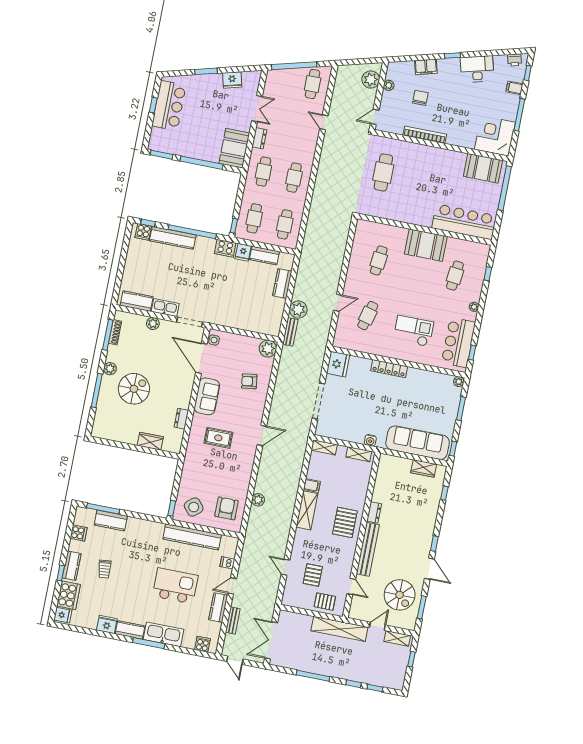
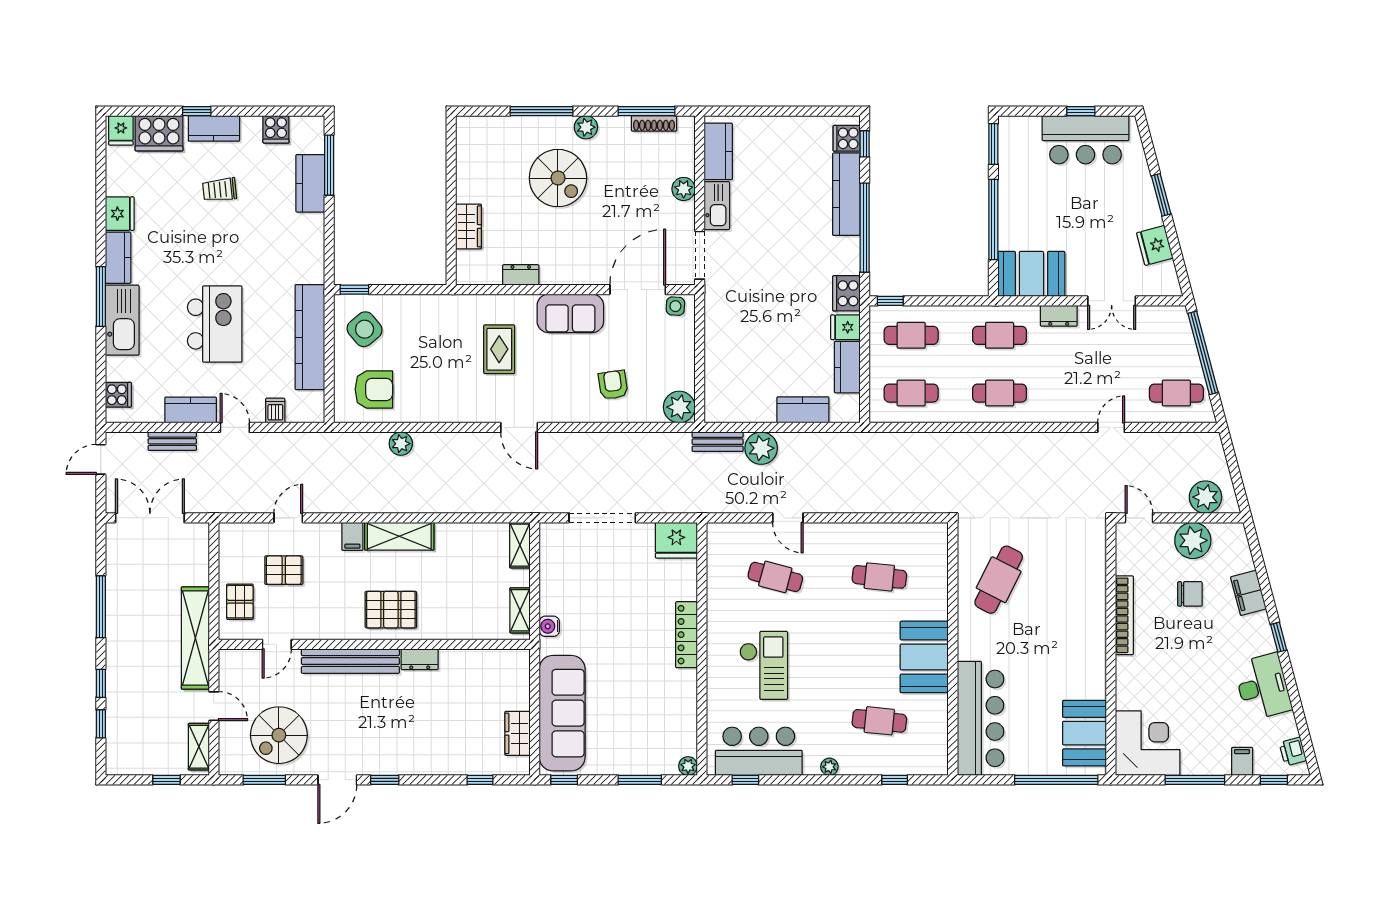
plant: (389, 85) -> (1193, 540), width x1.88, depth x1.88
cafe table: (383, 172) -> (999, 580), moved, turned -63
filing cabinet: (312, 485) -> (352, 536), moved

